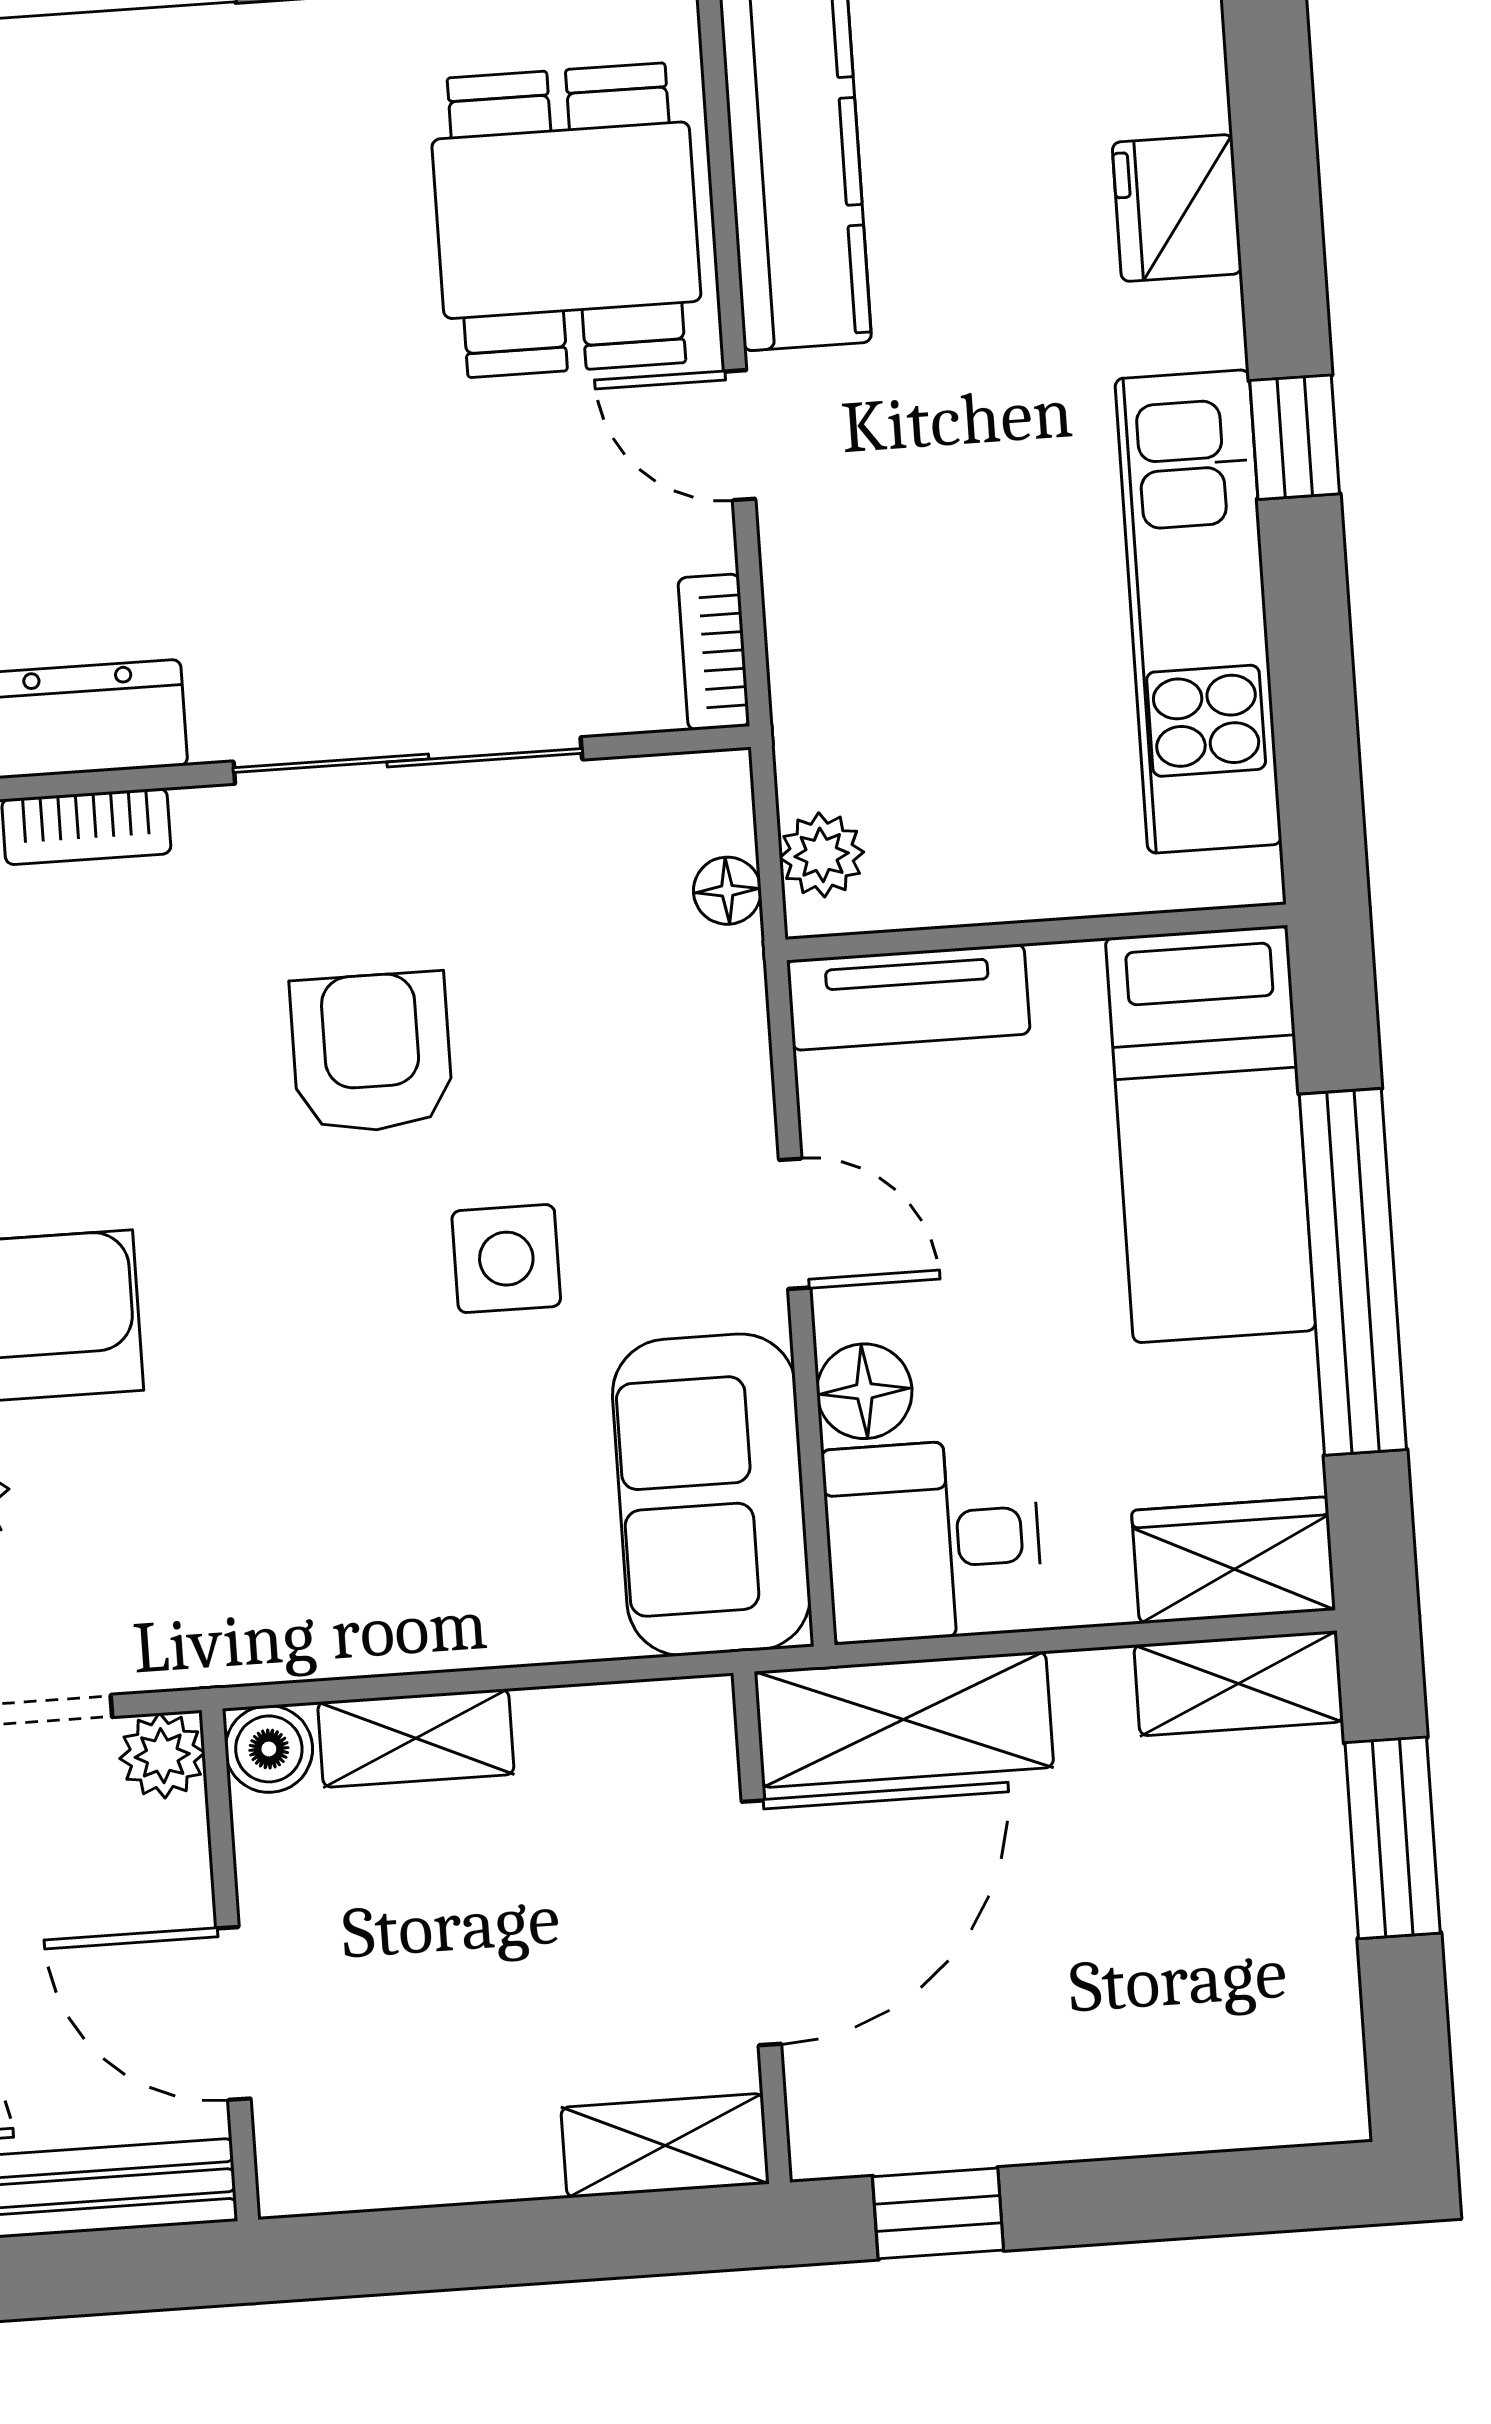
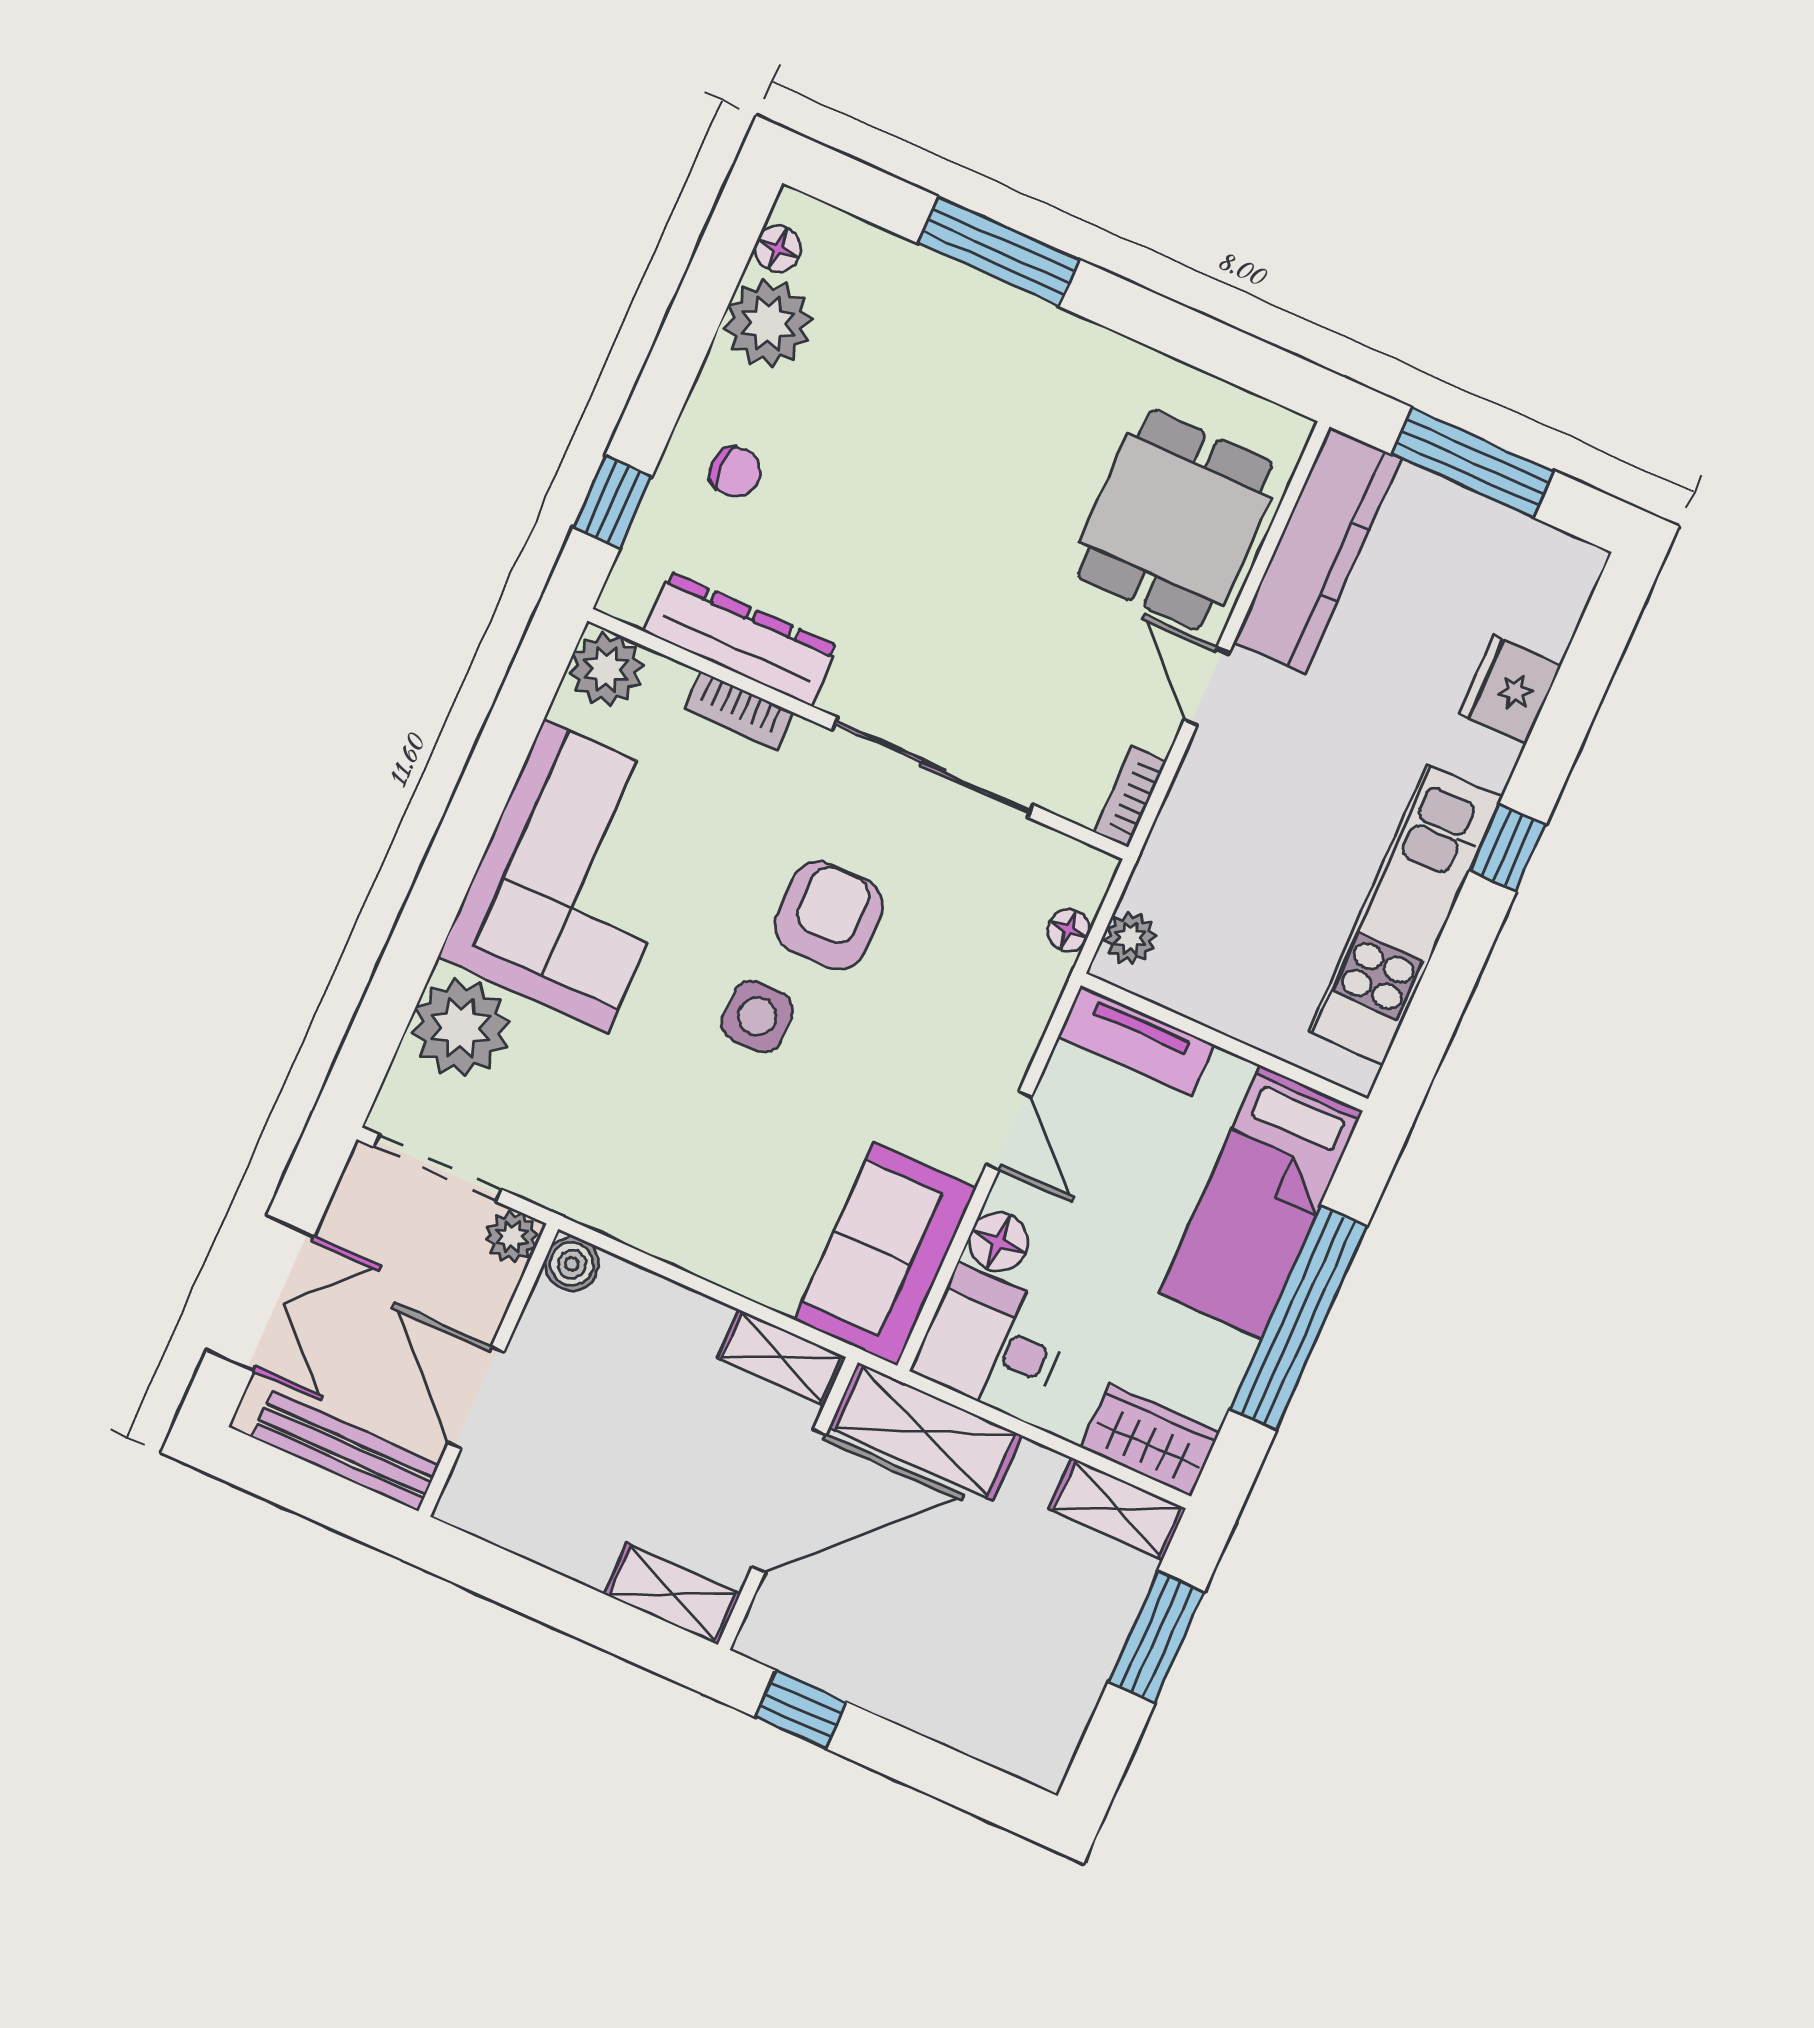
side table: (506, 1259) -> (757, 1016), moved
shelving: (416, 1738) -> (782, 1357), moved

